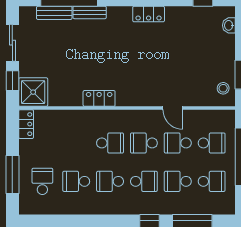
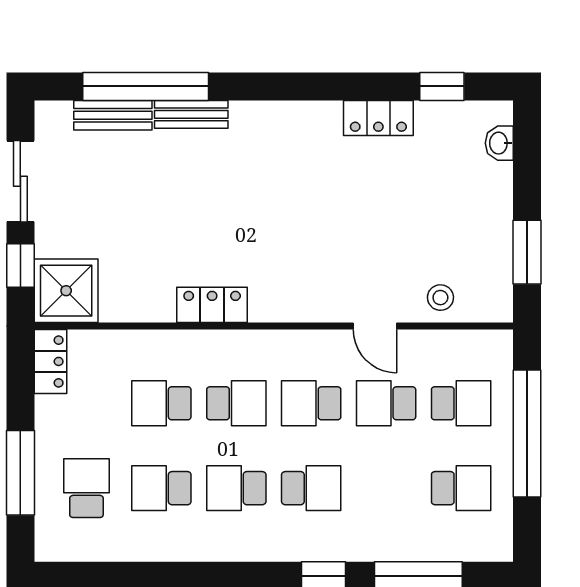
locker: (149, 14) -> (378, 118), moved
stool: (223, 88) -> (440, 298), moved
school desk: (178, 181) -> (161, 403), moved

